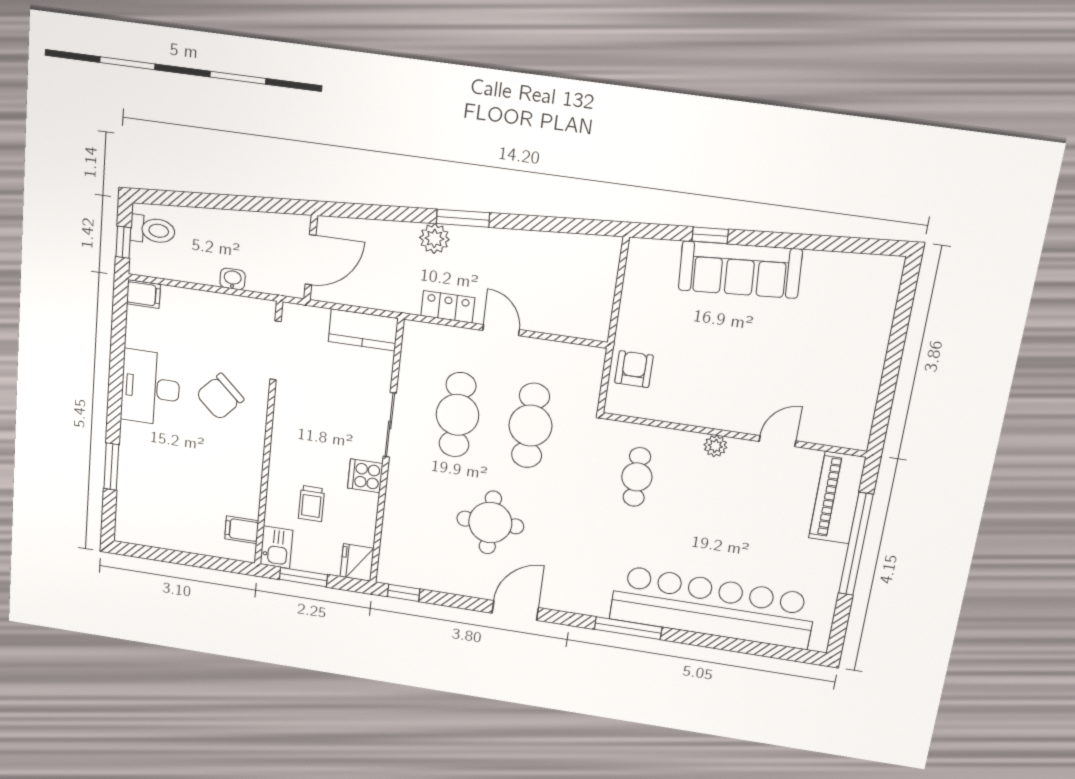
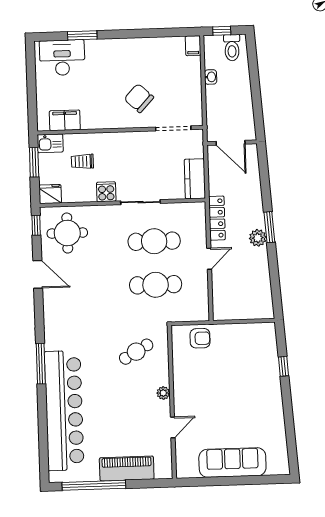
plant: (434, 239) -> (258, 238), moved
sofa: (740, 270) -> (232, 463), moved, turned 94
washbasin: (233, 279) -> (211, 77), moved
locker: (448, 307) -> (217, 218), width x1.53
desk: (150, 388) -> (62, 58), moved
door: (778, 441) -> (173, 427), hinge flipped
cafe table: (637, 477) -> (136, 352), turned -30
piano: (837, 498) -> (127, 468), moved
round table: (490, 522) -> (67, 233), moved
filing cabinet: (242, 530) -> (65, 120), width x2.00
window: (856, 544) -> (94, 485), moved
door: (515, 610) -> (38, 274), moved

